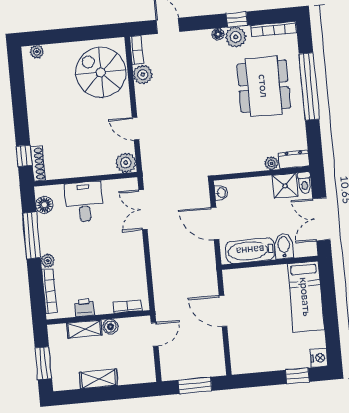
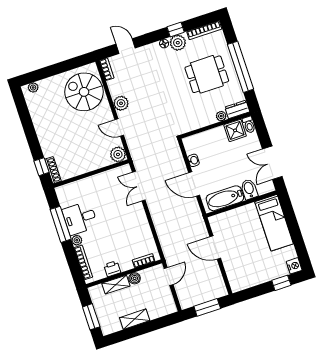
plant: (143, 75) -> (121, 103), moved
dining table: (264, 86) -> (207, 74), width x0.73
dresser: (294, 159) -> (237, 109), moved
plant: (271, 163) -> (221, 116), moved
wall: (262, 173) -> (216, 125), moved
toilet: (304, 183) -> (249, 125), moved
shower: (285, 186) -> (235, 130), moved
desk: (84, 202) -> (80, 218), moved, turned -90
floor lamp: (44, 205) -> (65, 200), removed

